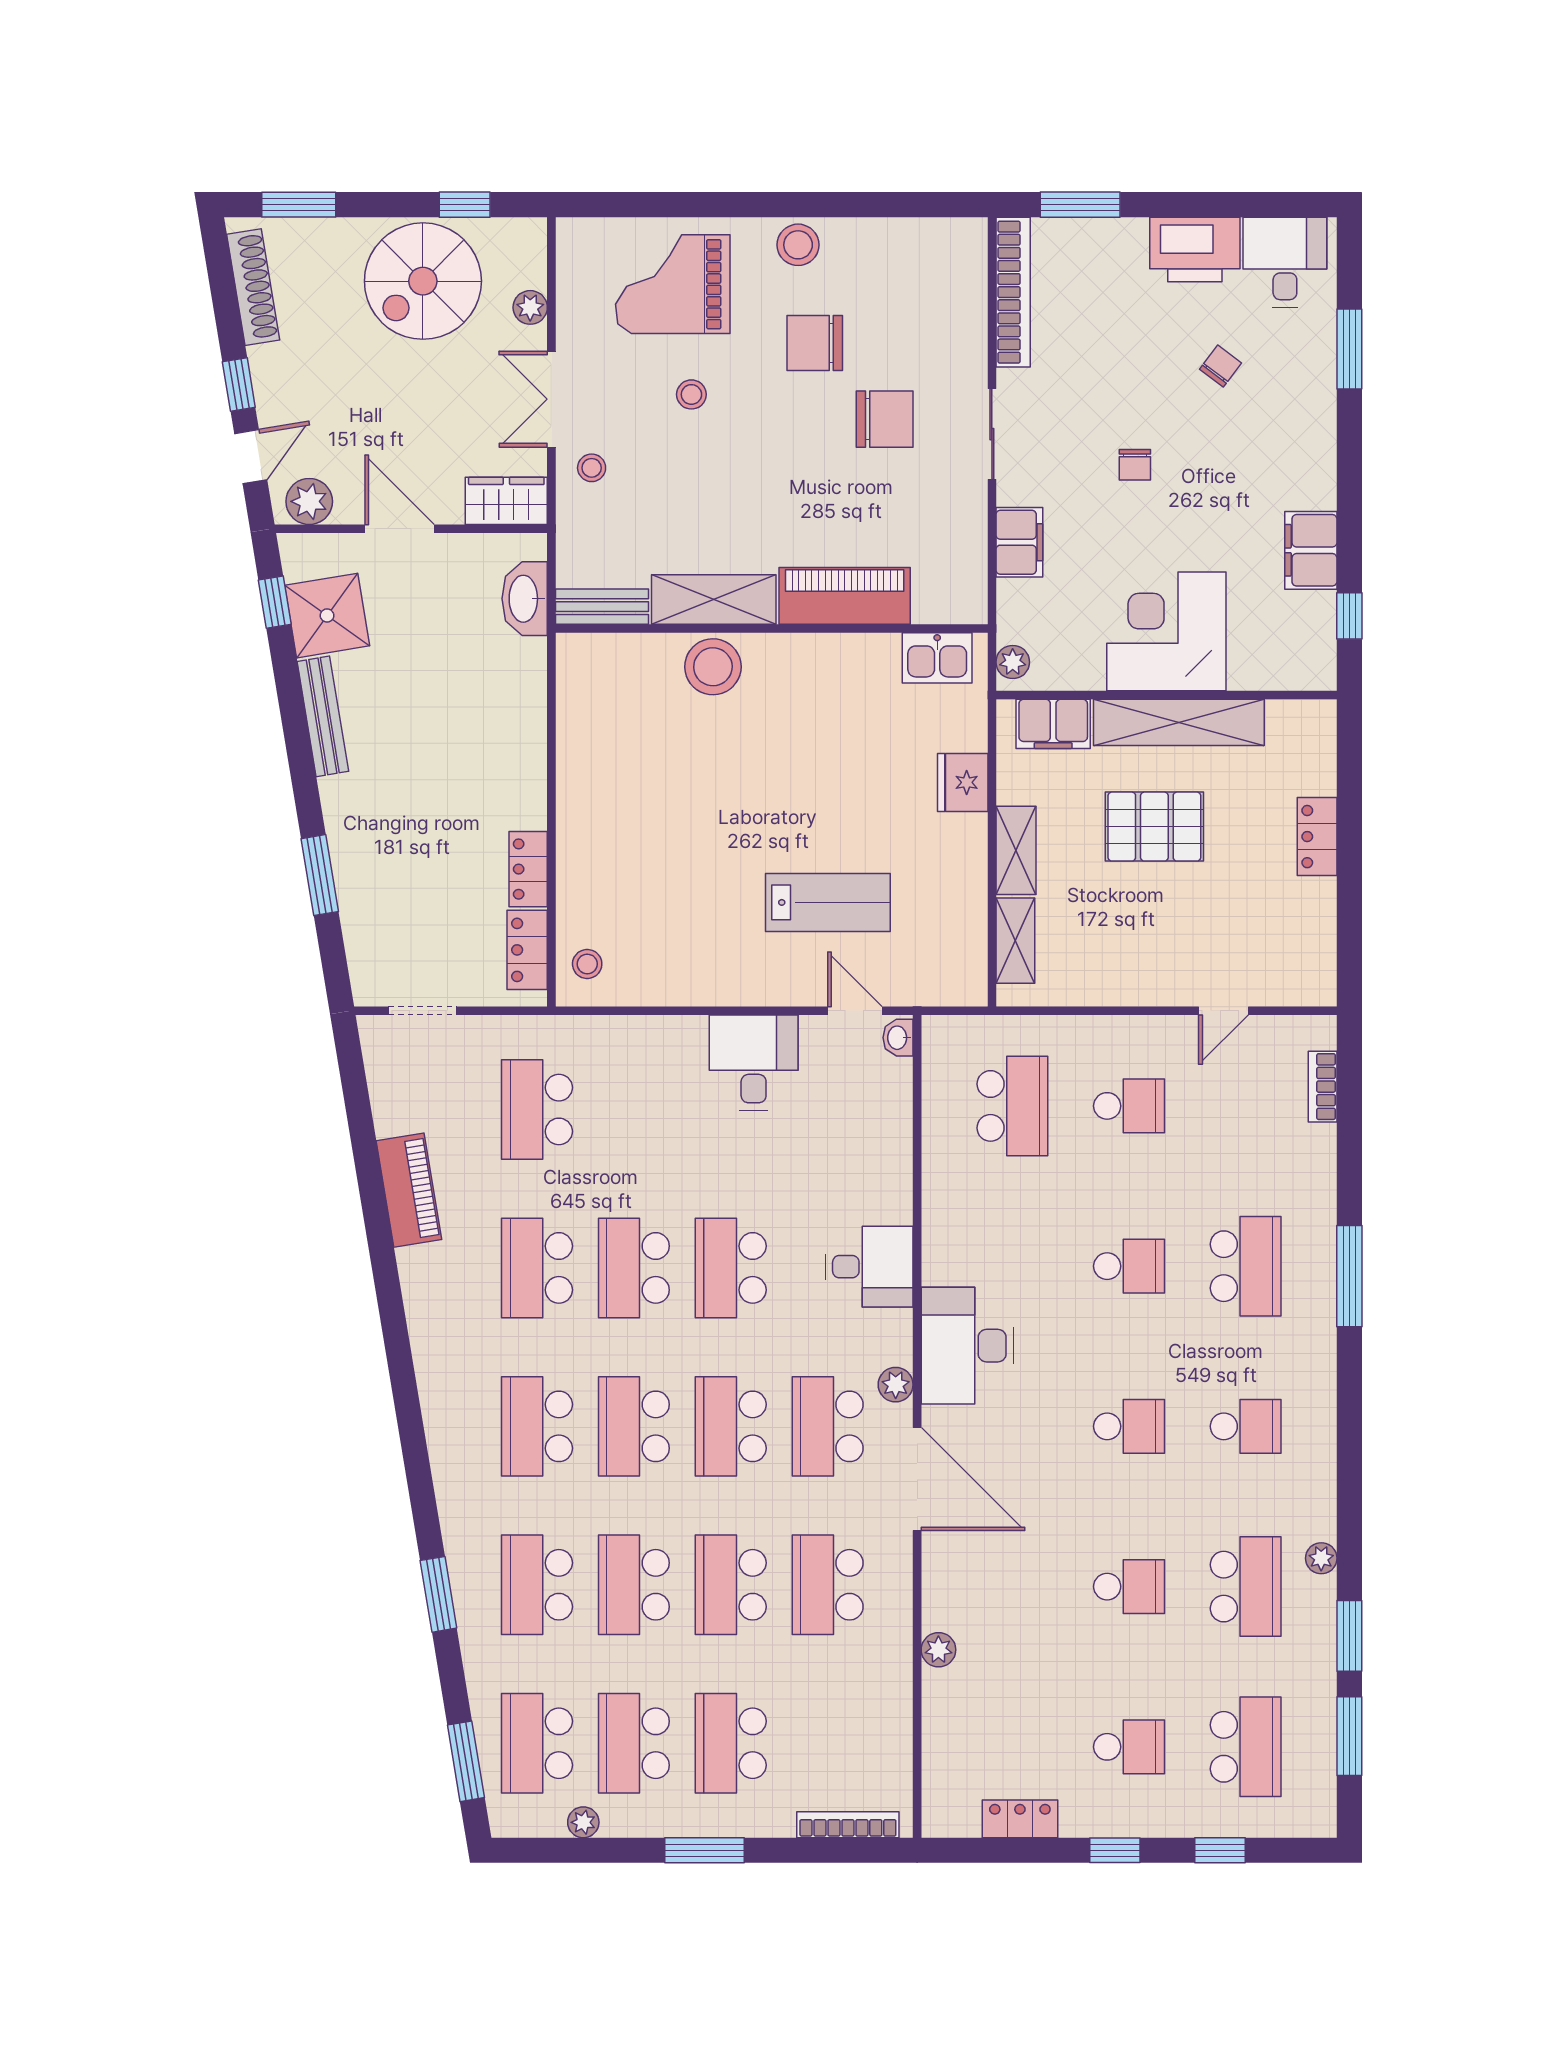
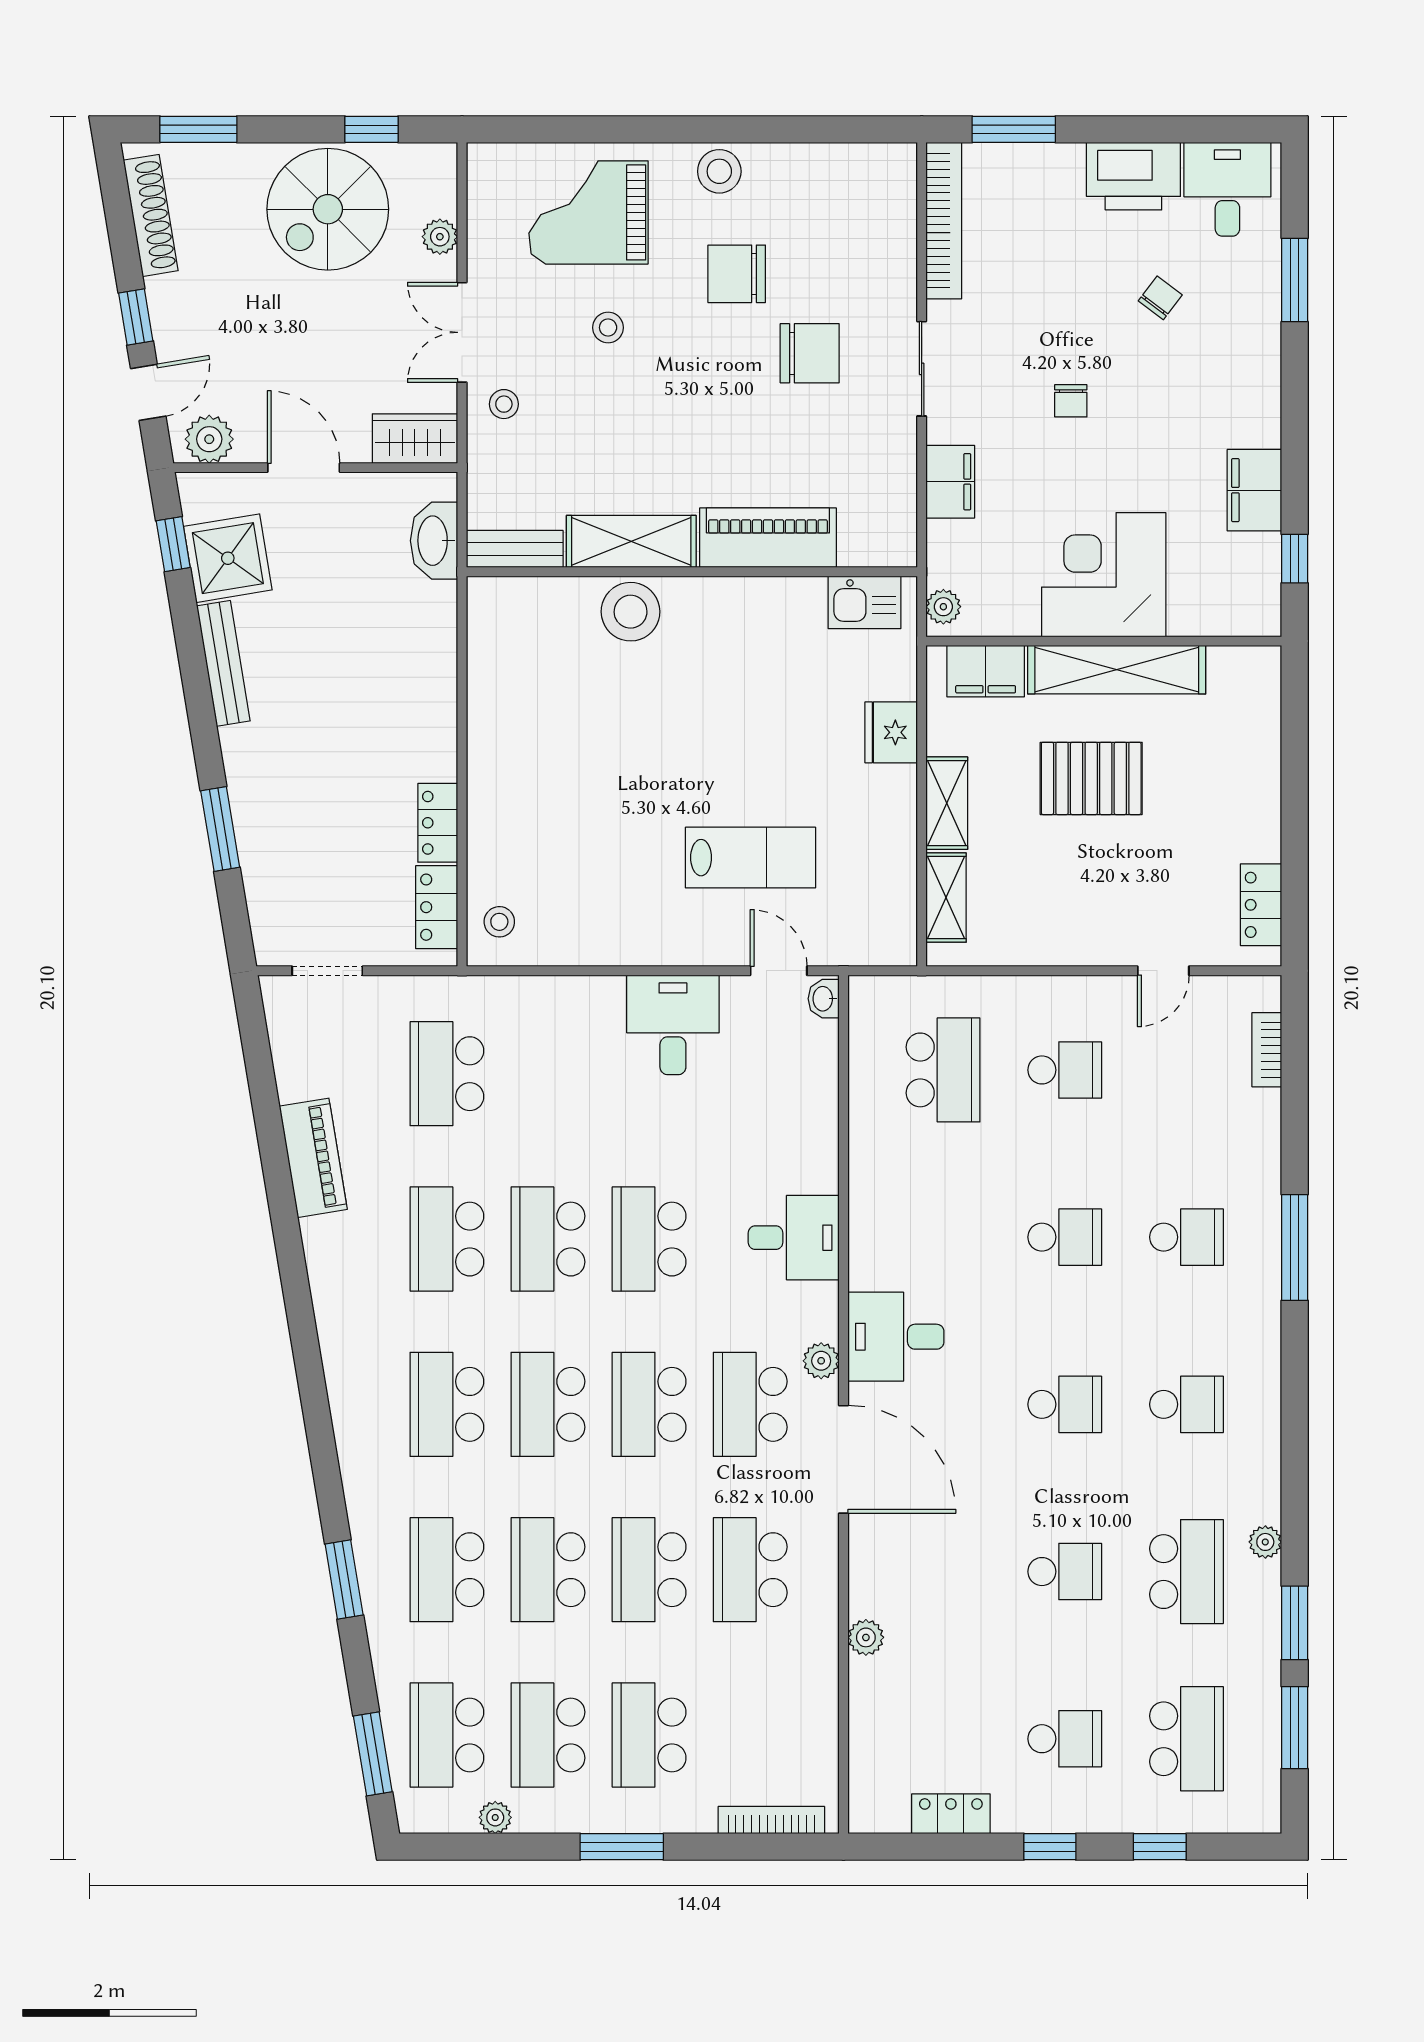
locker: (1317, 837) -> (1261, 905), moved
school desk: (1246, 1266) -> (1186, 1237), width x0.54
desk: (967, 1346) -> (896, 1337), width x0.73

